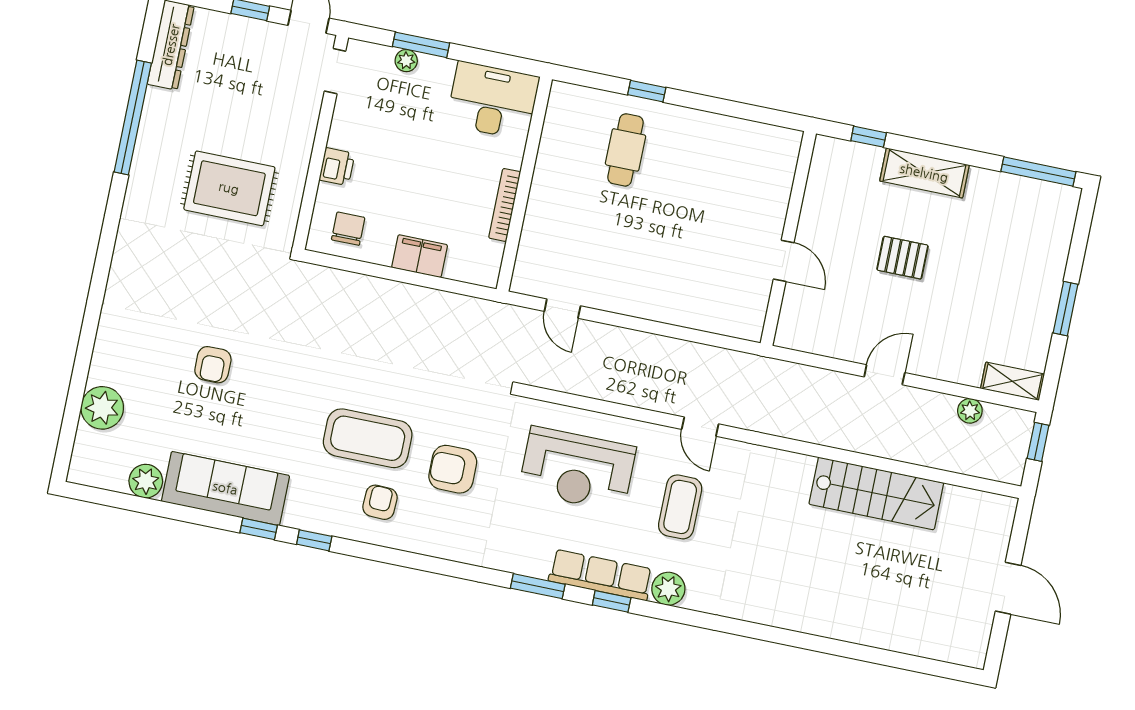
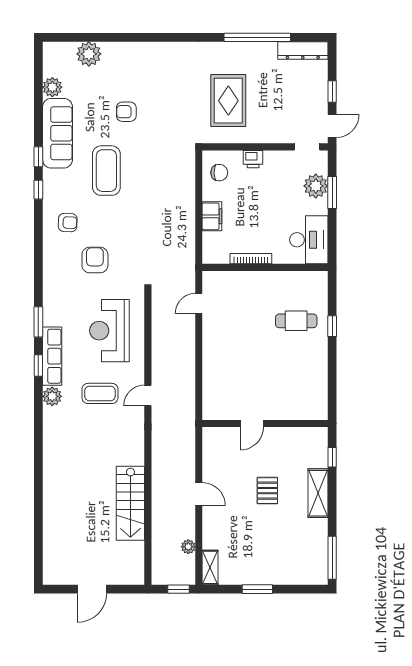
plant: (406, 61) -> (316, 186), width x1.88, depth x1.88
coffee table: (368, 438) -> (106, 171), moved

